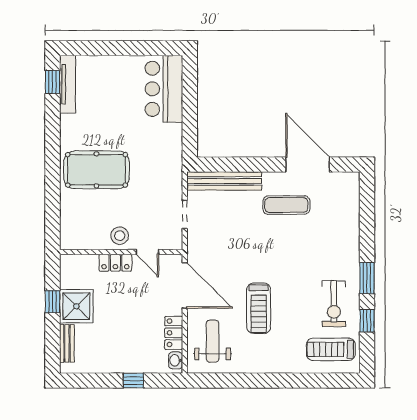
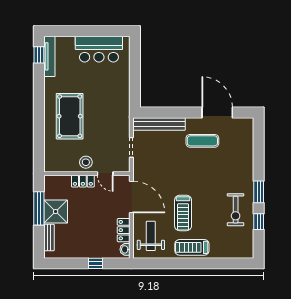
bar counter: (164, 89) -> (99, 49), moved, turned -90
pool table: (96, 170) -> (70, 116), turned 90
window: (52, 302) -> (39, 208), width x2.17
treadmill: (331, 349) -> (192, 247), moved

